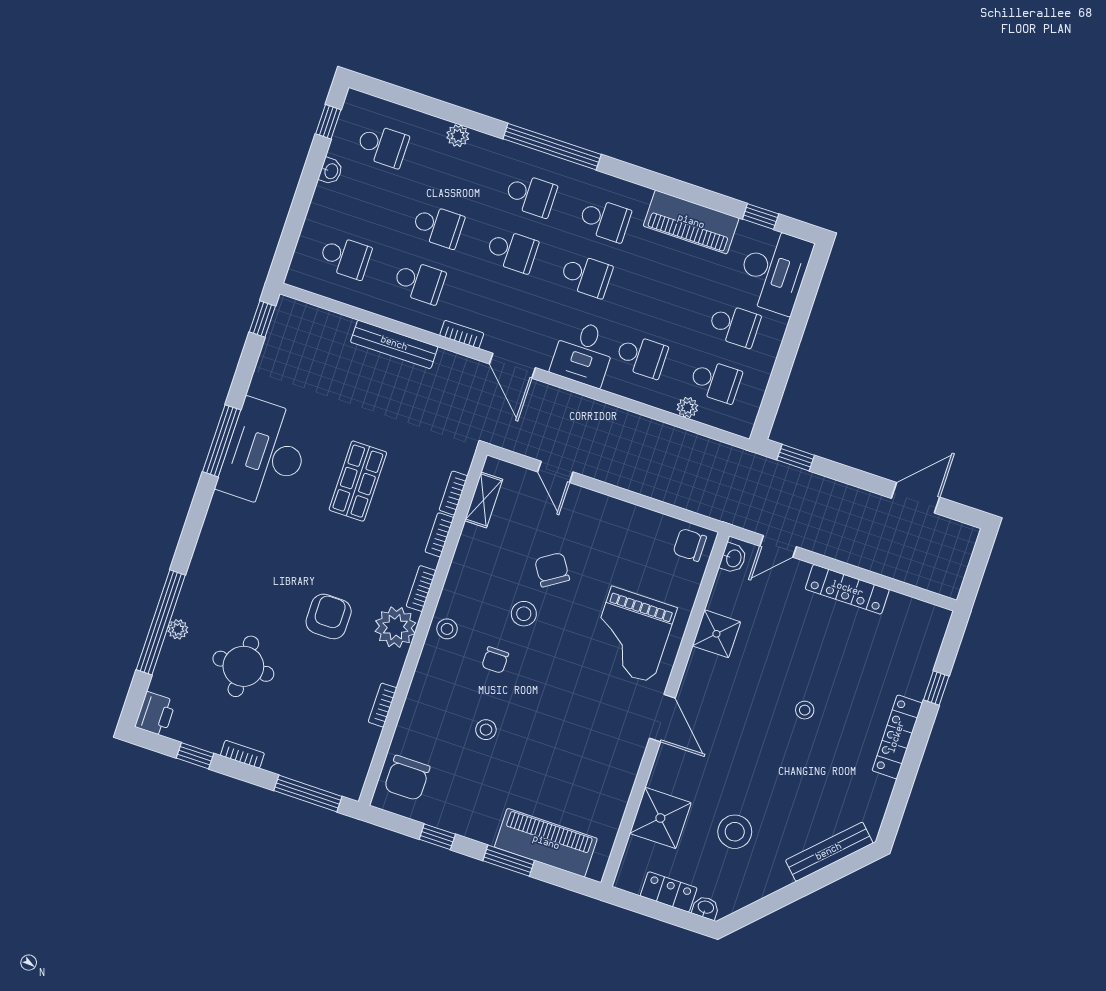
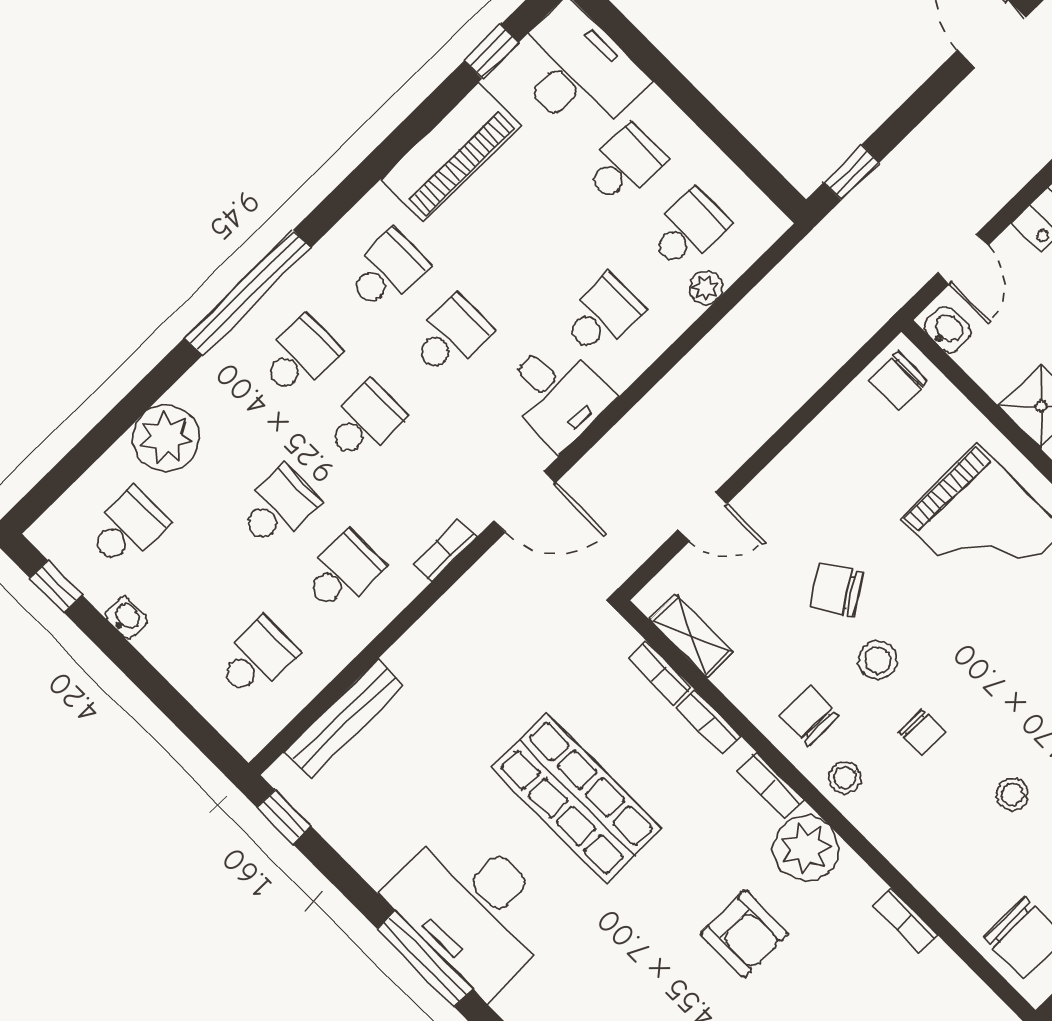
plant: (458, 136) -> (166, 438), width x1.87, depth x1.87
bench: (394, 344) -> (344, 719), moved
shop shelf: (358, 481) -> (576, 798), width x1.43, depth x1.36
chair: (472, 591) -> (809, 716), added
armchair: (329, 616) -> (744, 934), turned 180

